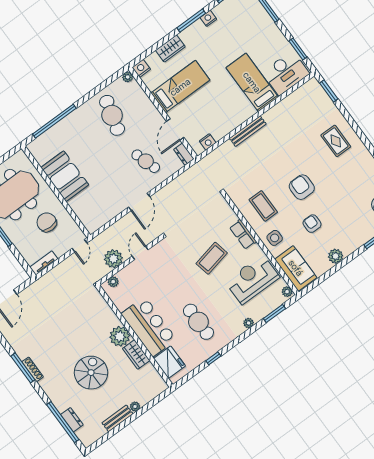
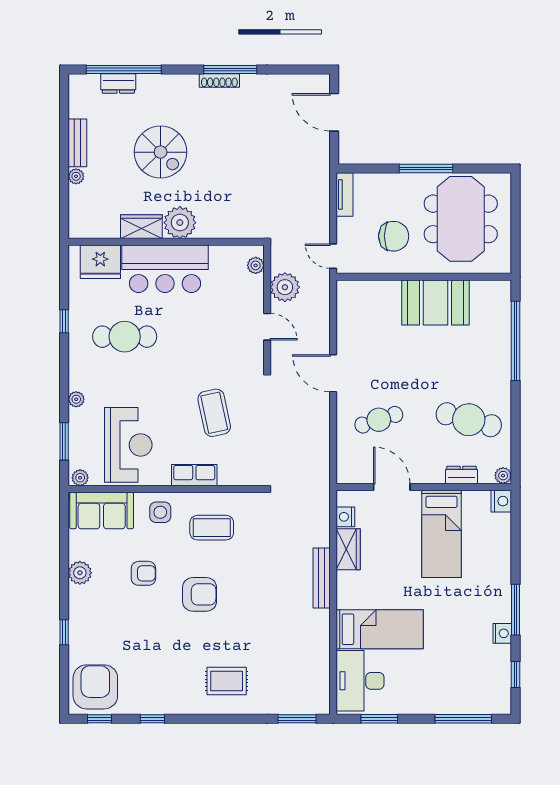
wardrobe: (170, 49) -> (348, 549), moved, turned 180
dresser: (184, 154) -> (461, 475), moved
coffee table: (212, 258) -> (214, 413), moved

